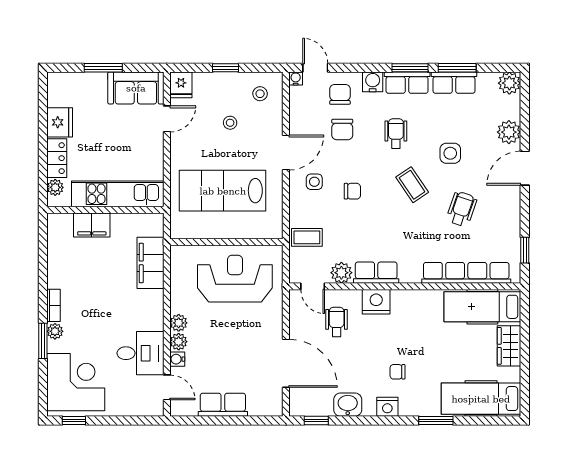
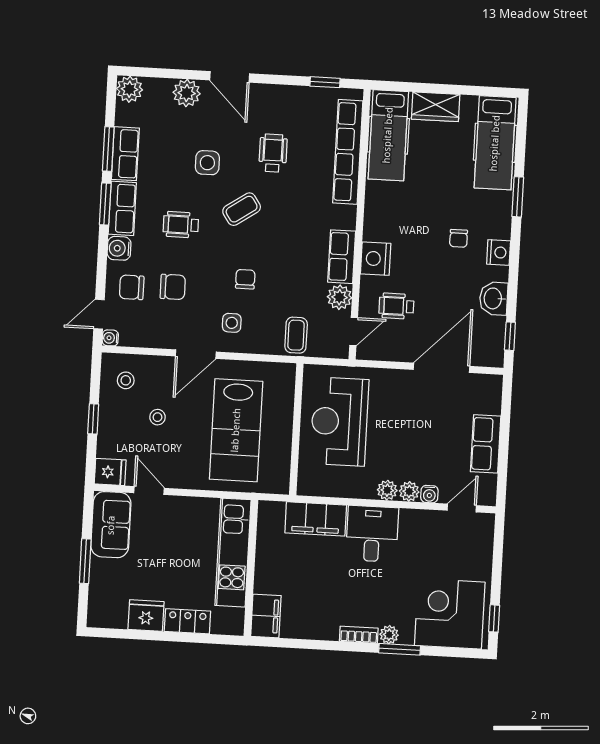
door: (286, 153) -> (196, 354), swing flipped
plant: (55, 187) -> (221, 625), removed
wheelchair: (462, 209) -> (273, 153), turned 71
filing cabinet: (92, 225) -> (266, 616), moved
desk: (140, 353) -> (372, 534), moved

